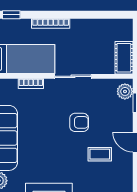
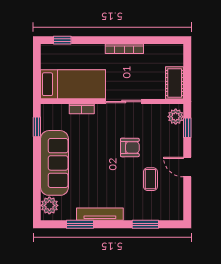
bookcase: (51, 23) -> (124, 49), moved
coffee table: (100, 154) -> (150, 179), turned 90

